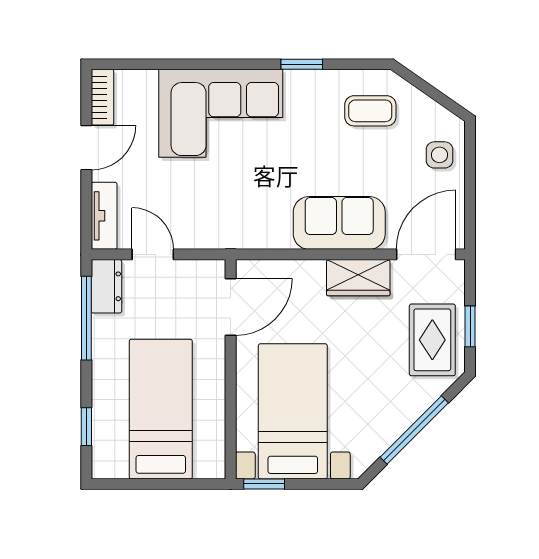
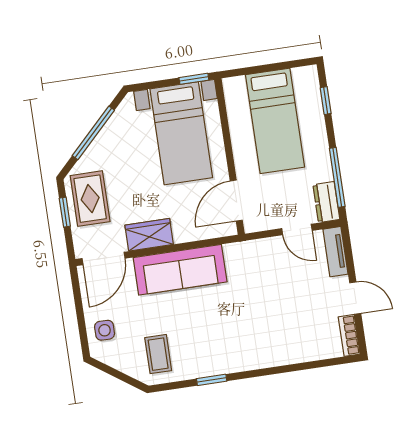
coffee table: (370, 111) -> (158, 354), turned 90
corner sofa: (221, 113) -> (264, 337), removed
door: (86, 148) -> (355, 298), swing flipped
sofa: (339, 223) -> (180, 270), width x1.36

